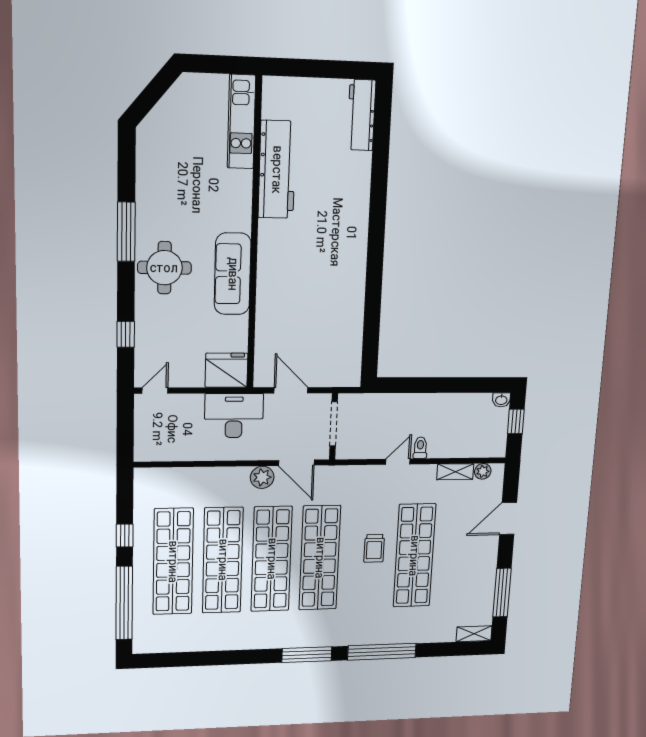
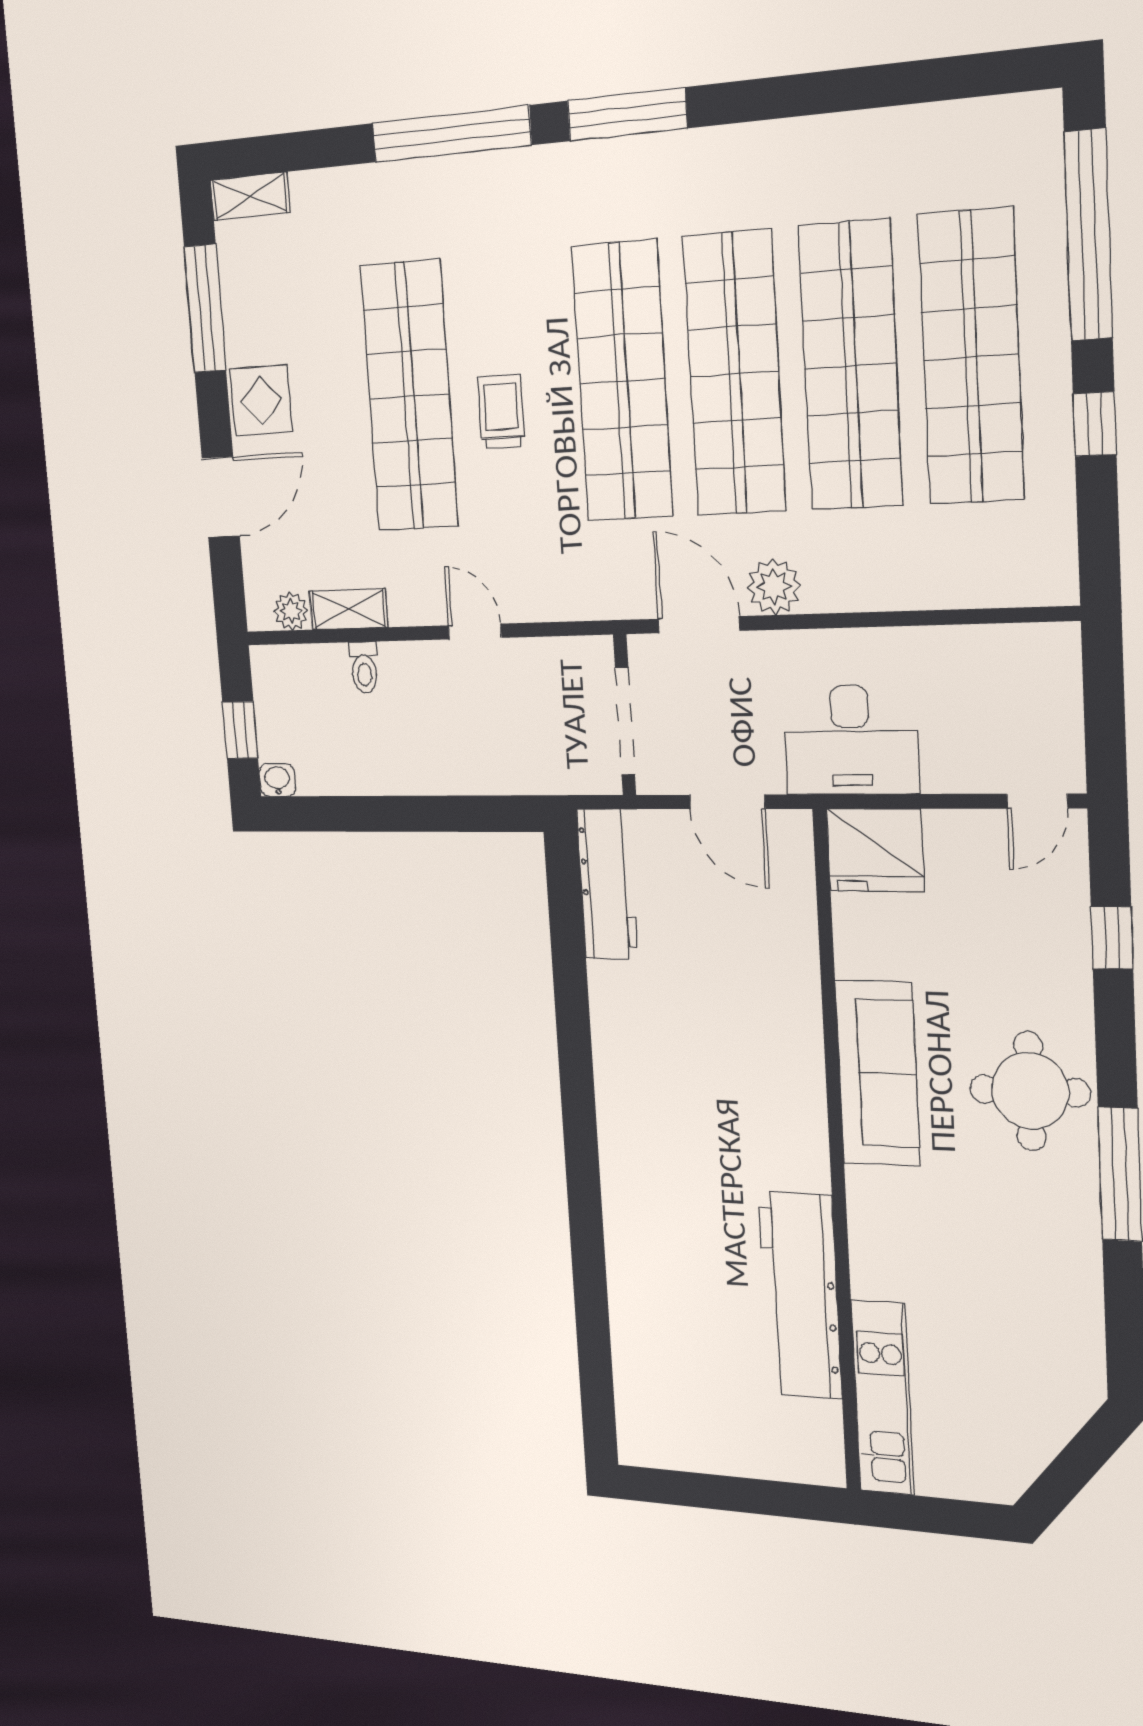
workbench: (361, 115) -> (607, 884), moved
toilet: (420, 448) -> (364, 667), moved
door: (398, 462) -> (475, 632), swing flipped
display table: (482, 556) -> (261, 400), added

